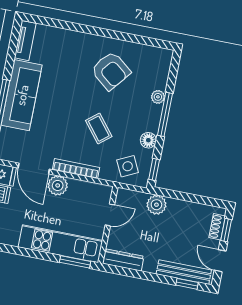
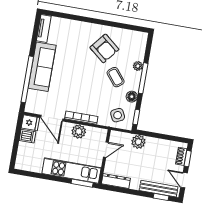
coffee table: (99, 129) -> (116, 77), moved
plant: (58, 185) -> (79, 131), moved

